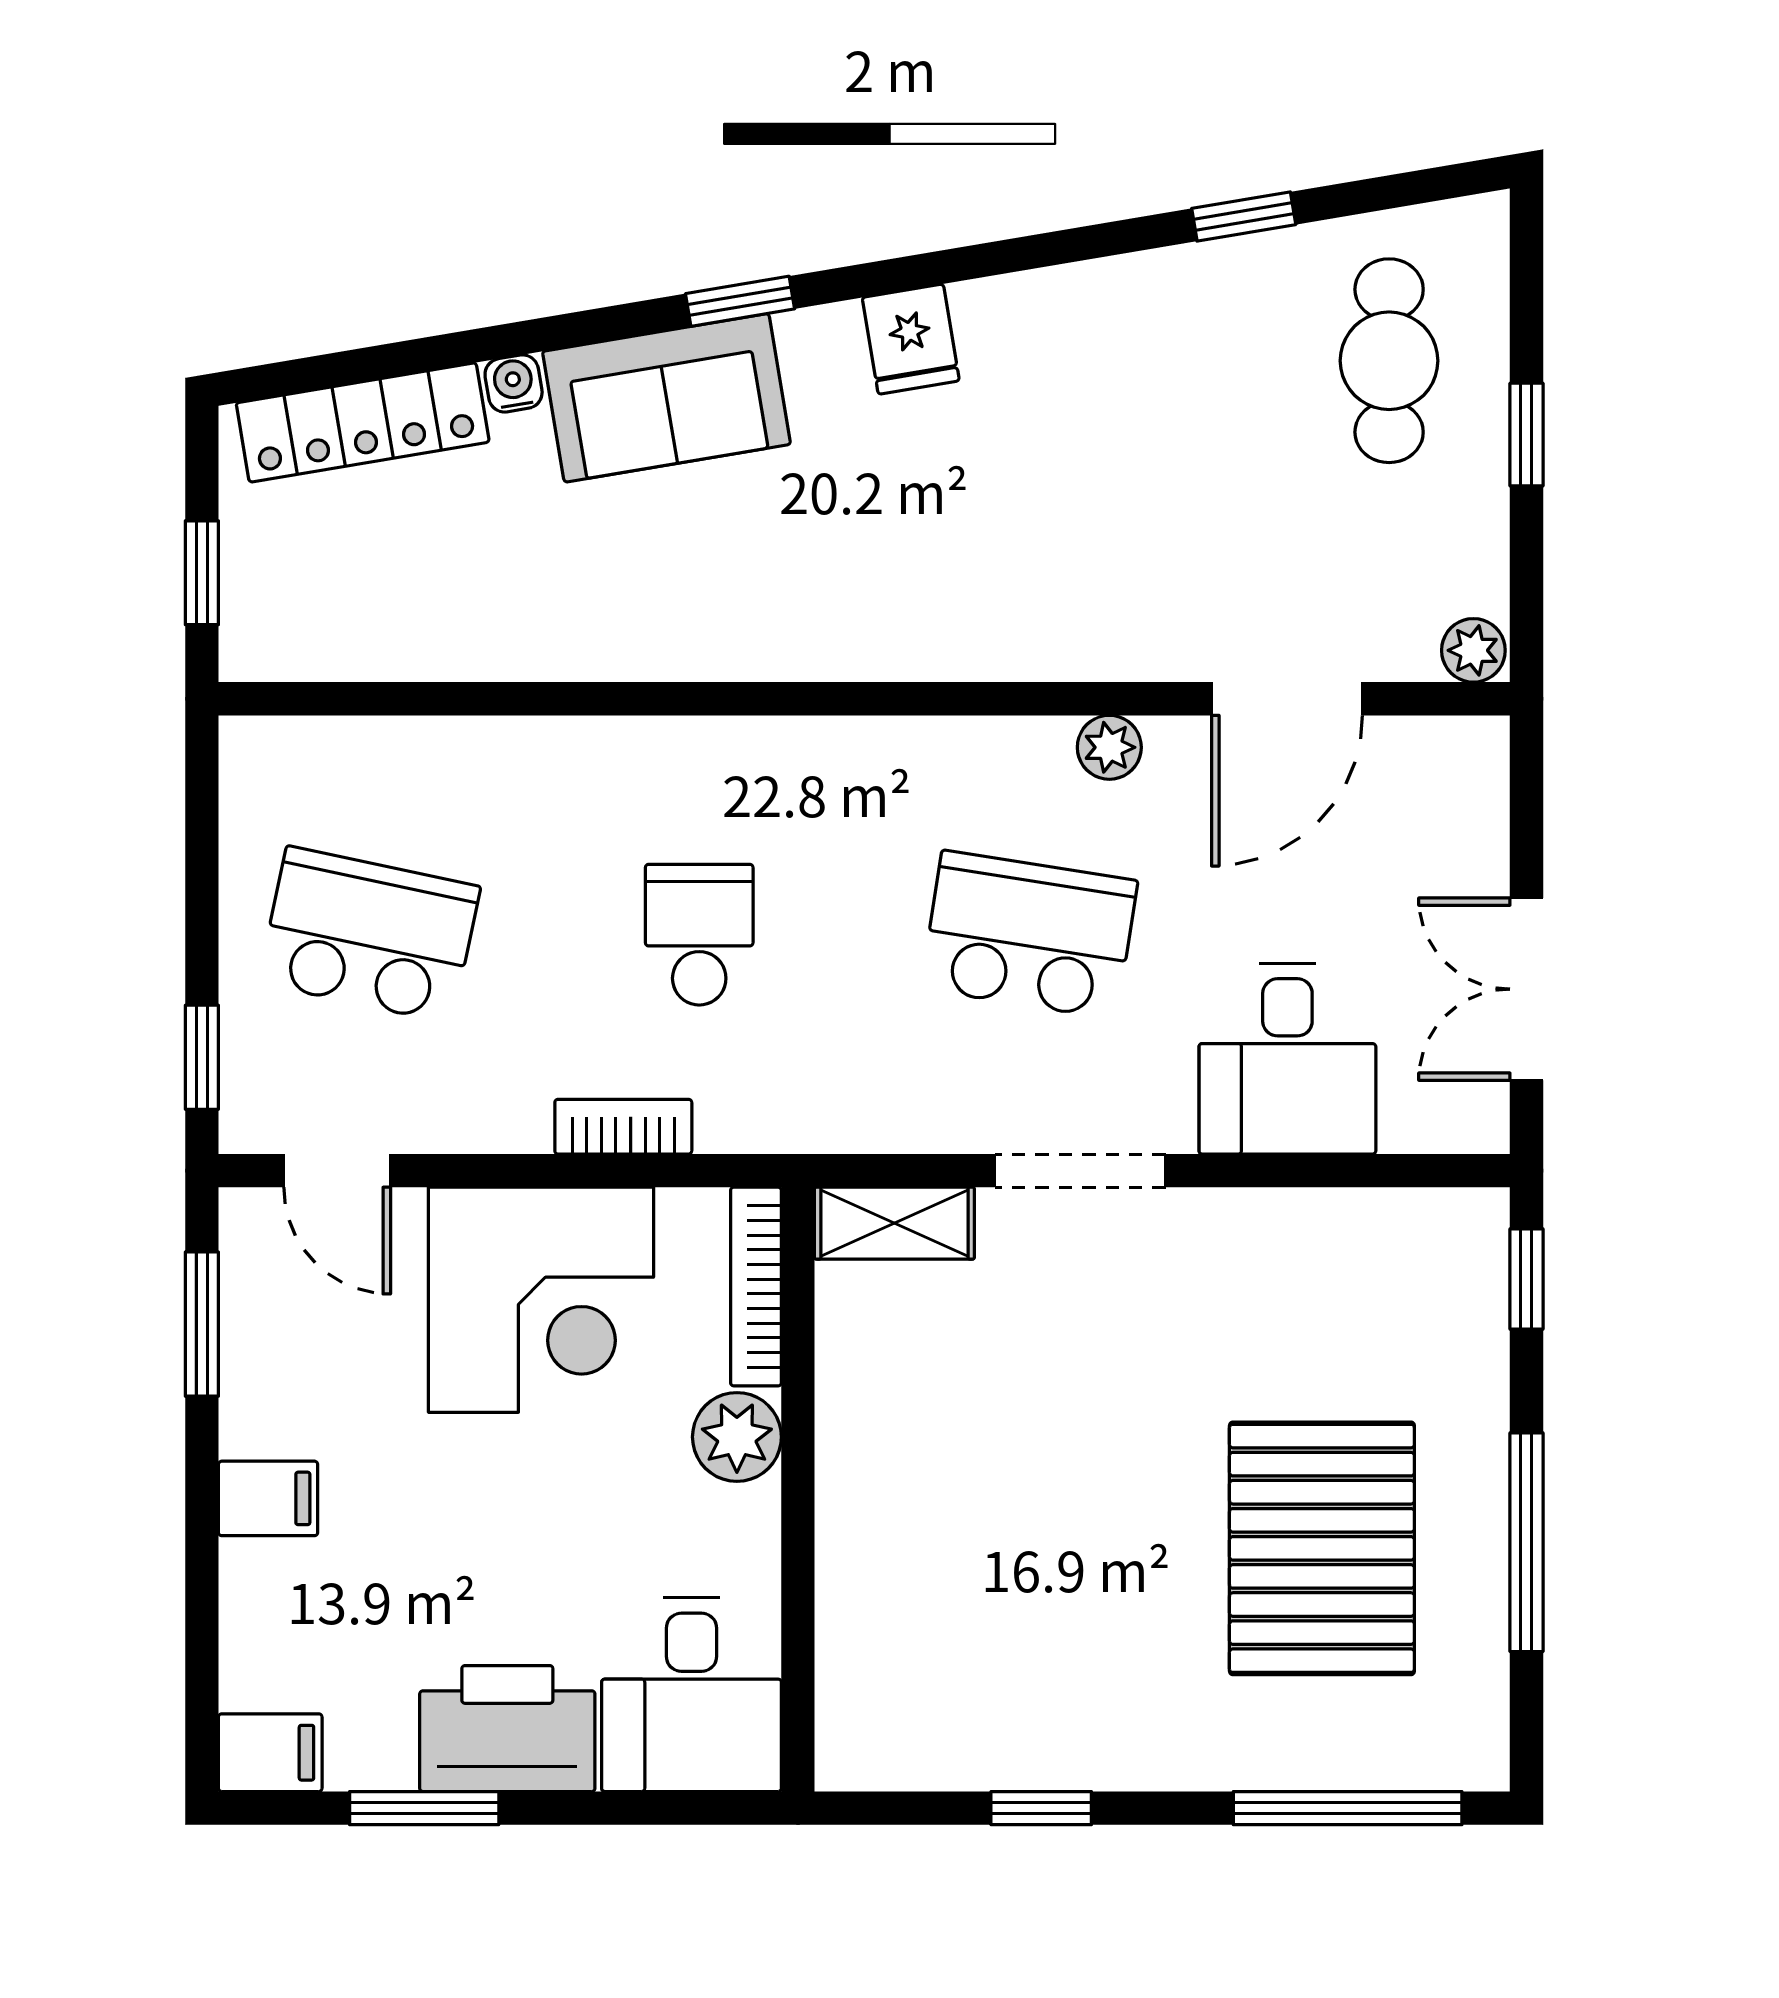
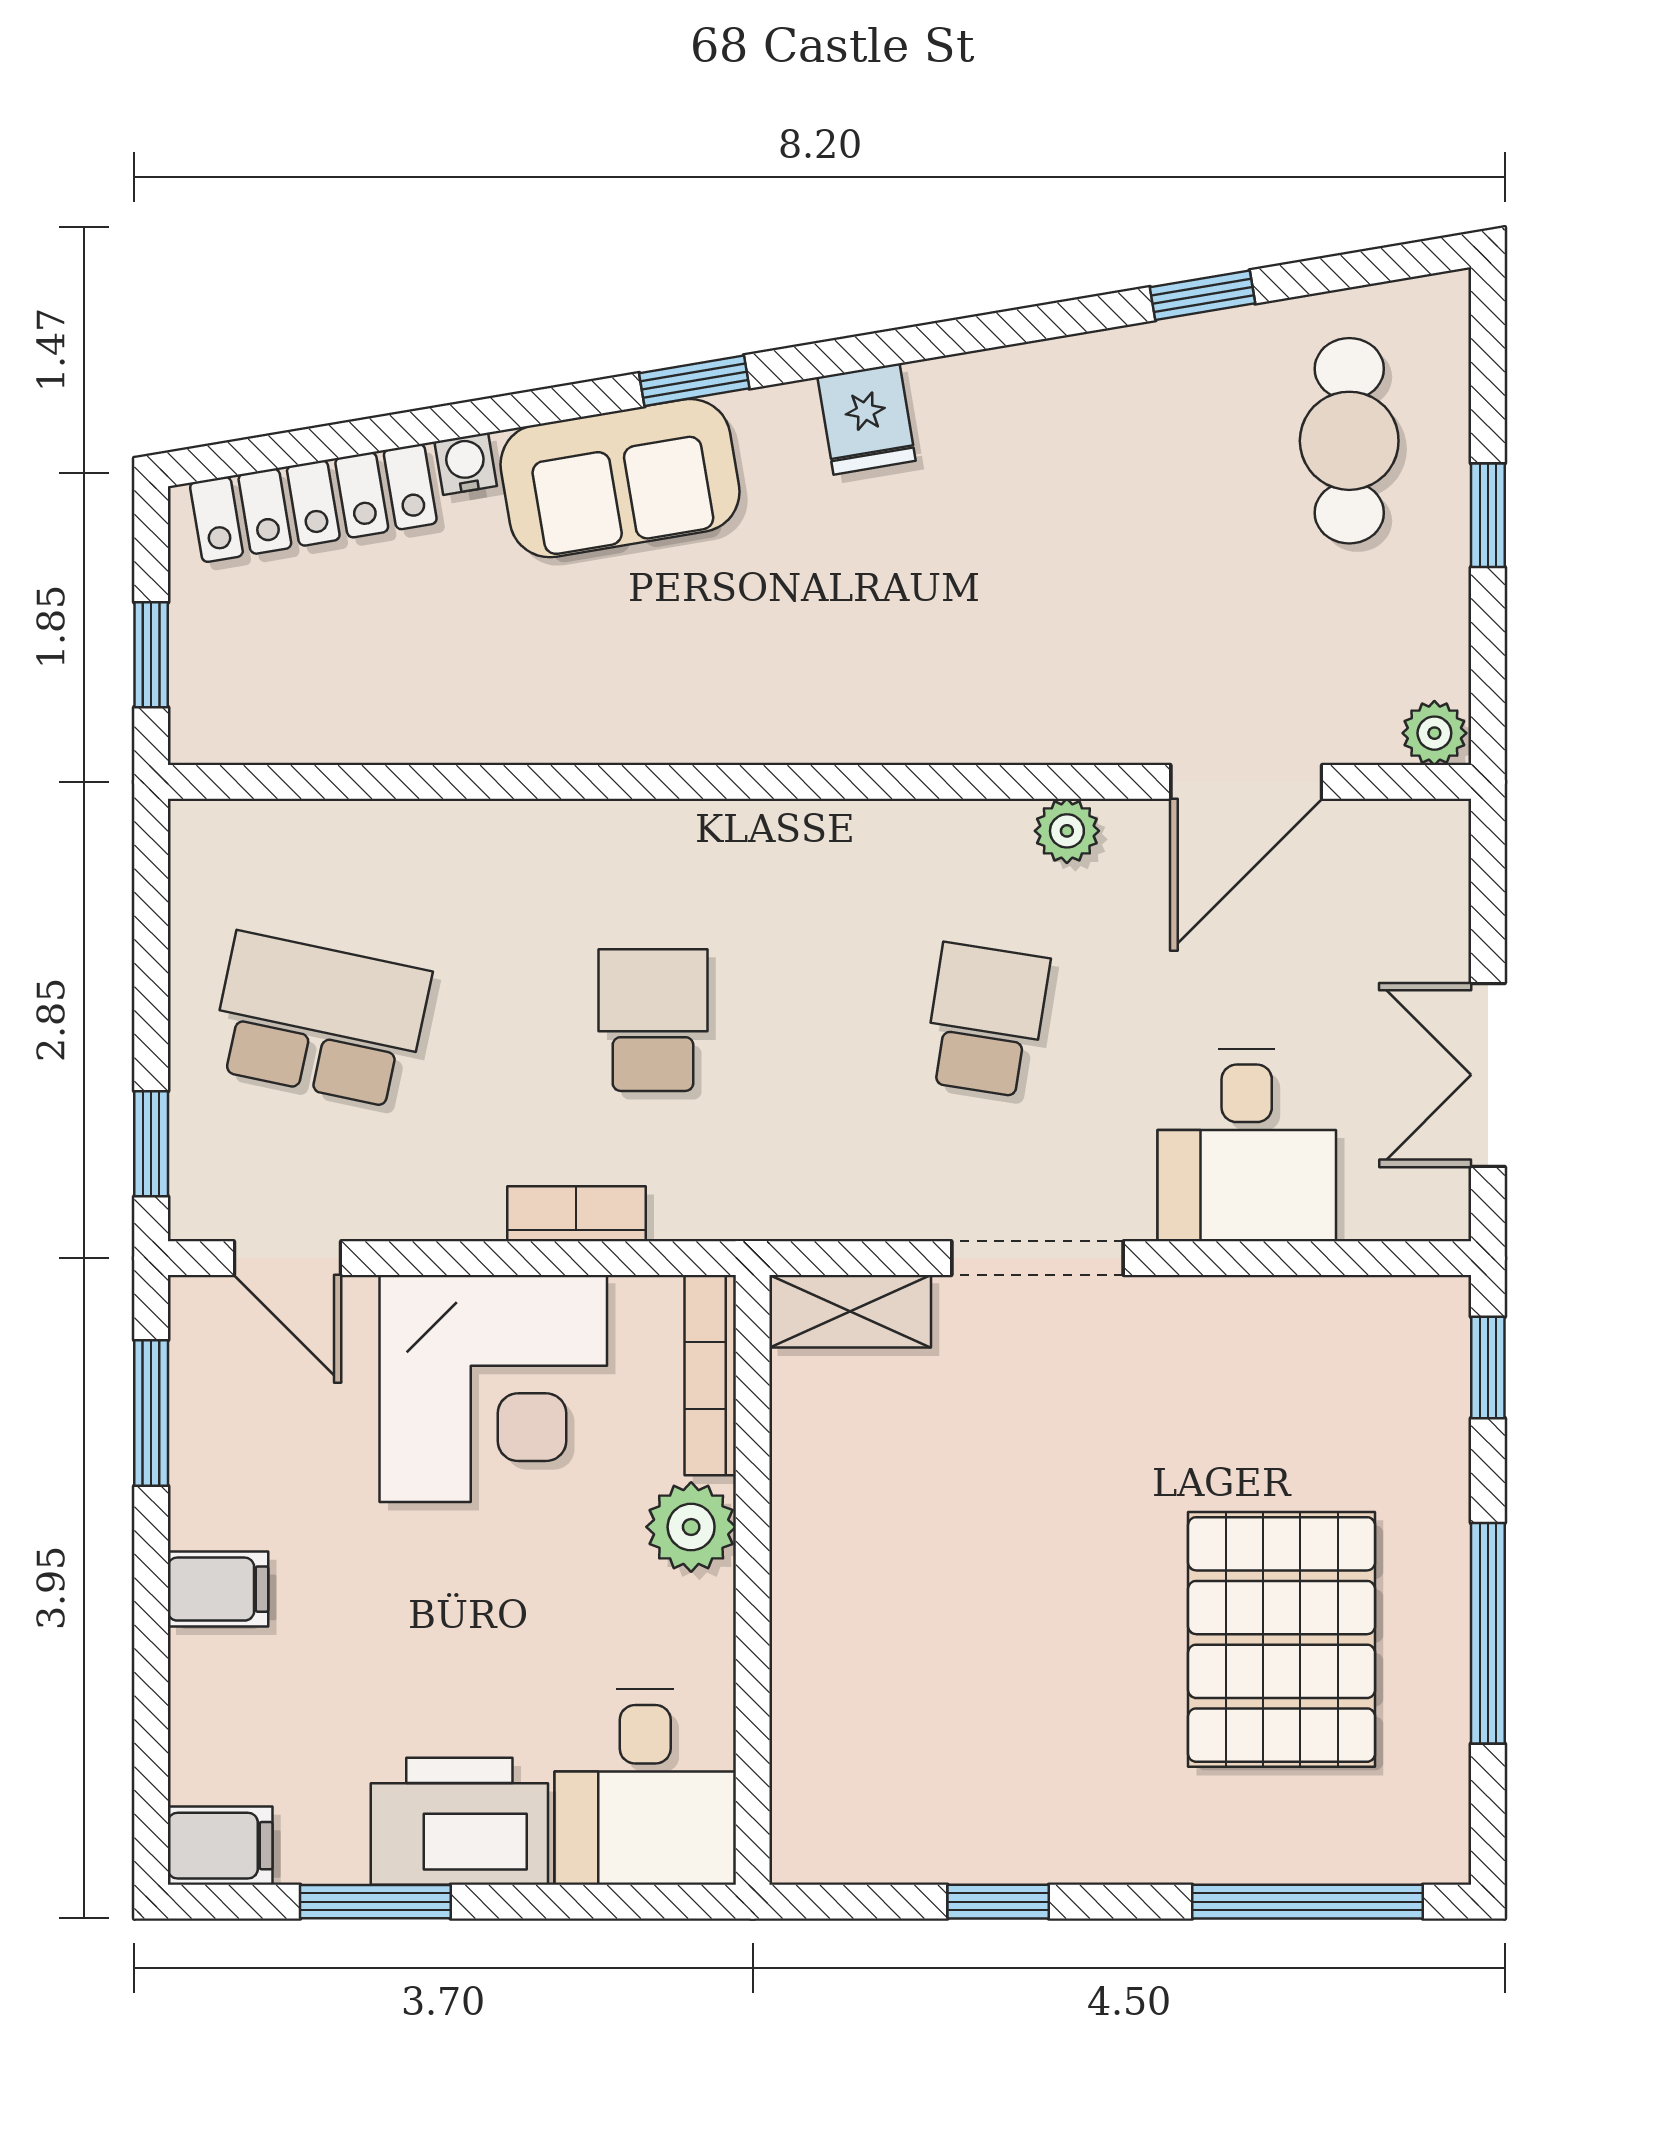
school desk: (1029, 935) -> (986, 1020), width x0.54

